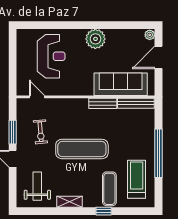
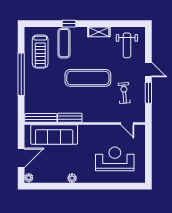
plant: (95, 39) -> (72, 178), width x0.53, depth x0.53
reception desk: (51, 56) -> (115, 159), turned 90

